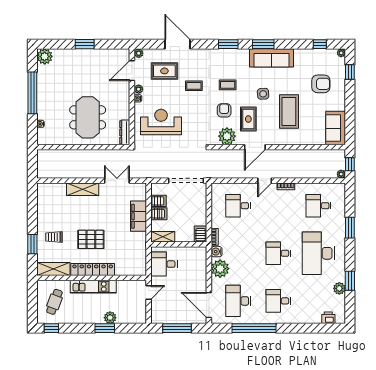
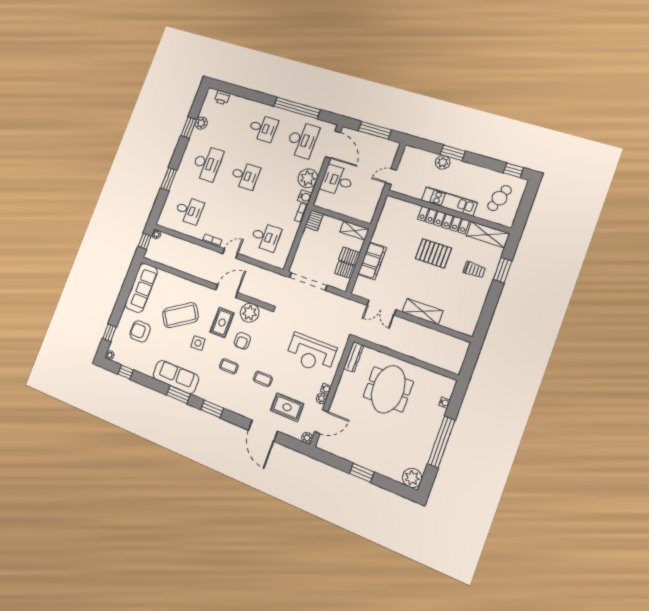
coffee table: (289, 112) -> (180, 315), turned 58
sofa: (336, 128) -> (141, 288), width x1.36
desk: (318, 253) -> (207, 163), width x0.73, depth x0.77
desk: (164, 264) -> (337, 180), moved, turned 180

